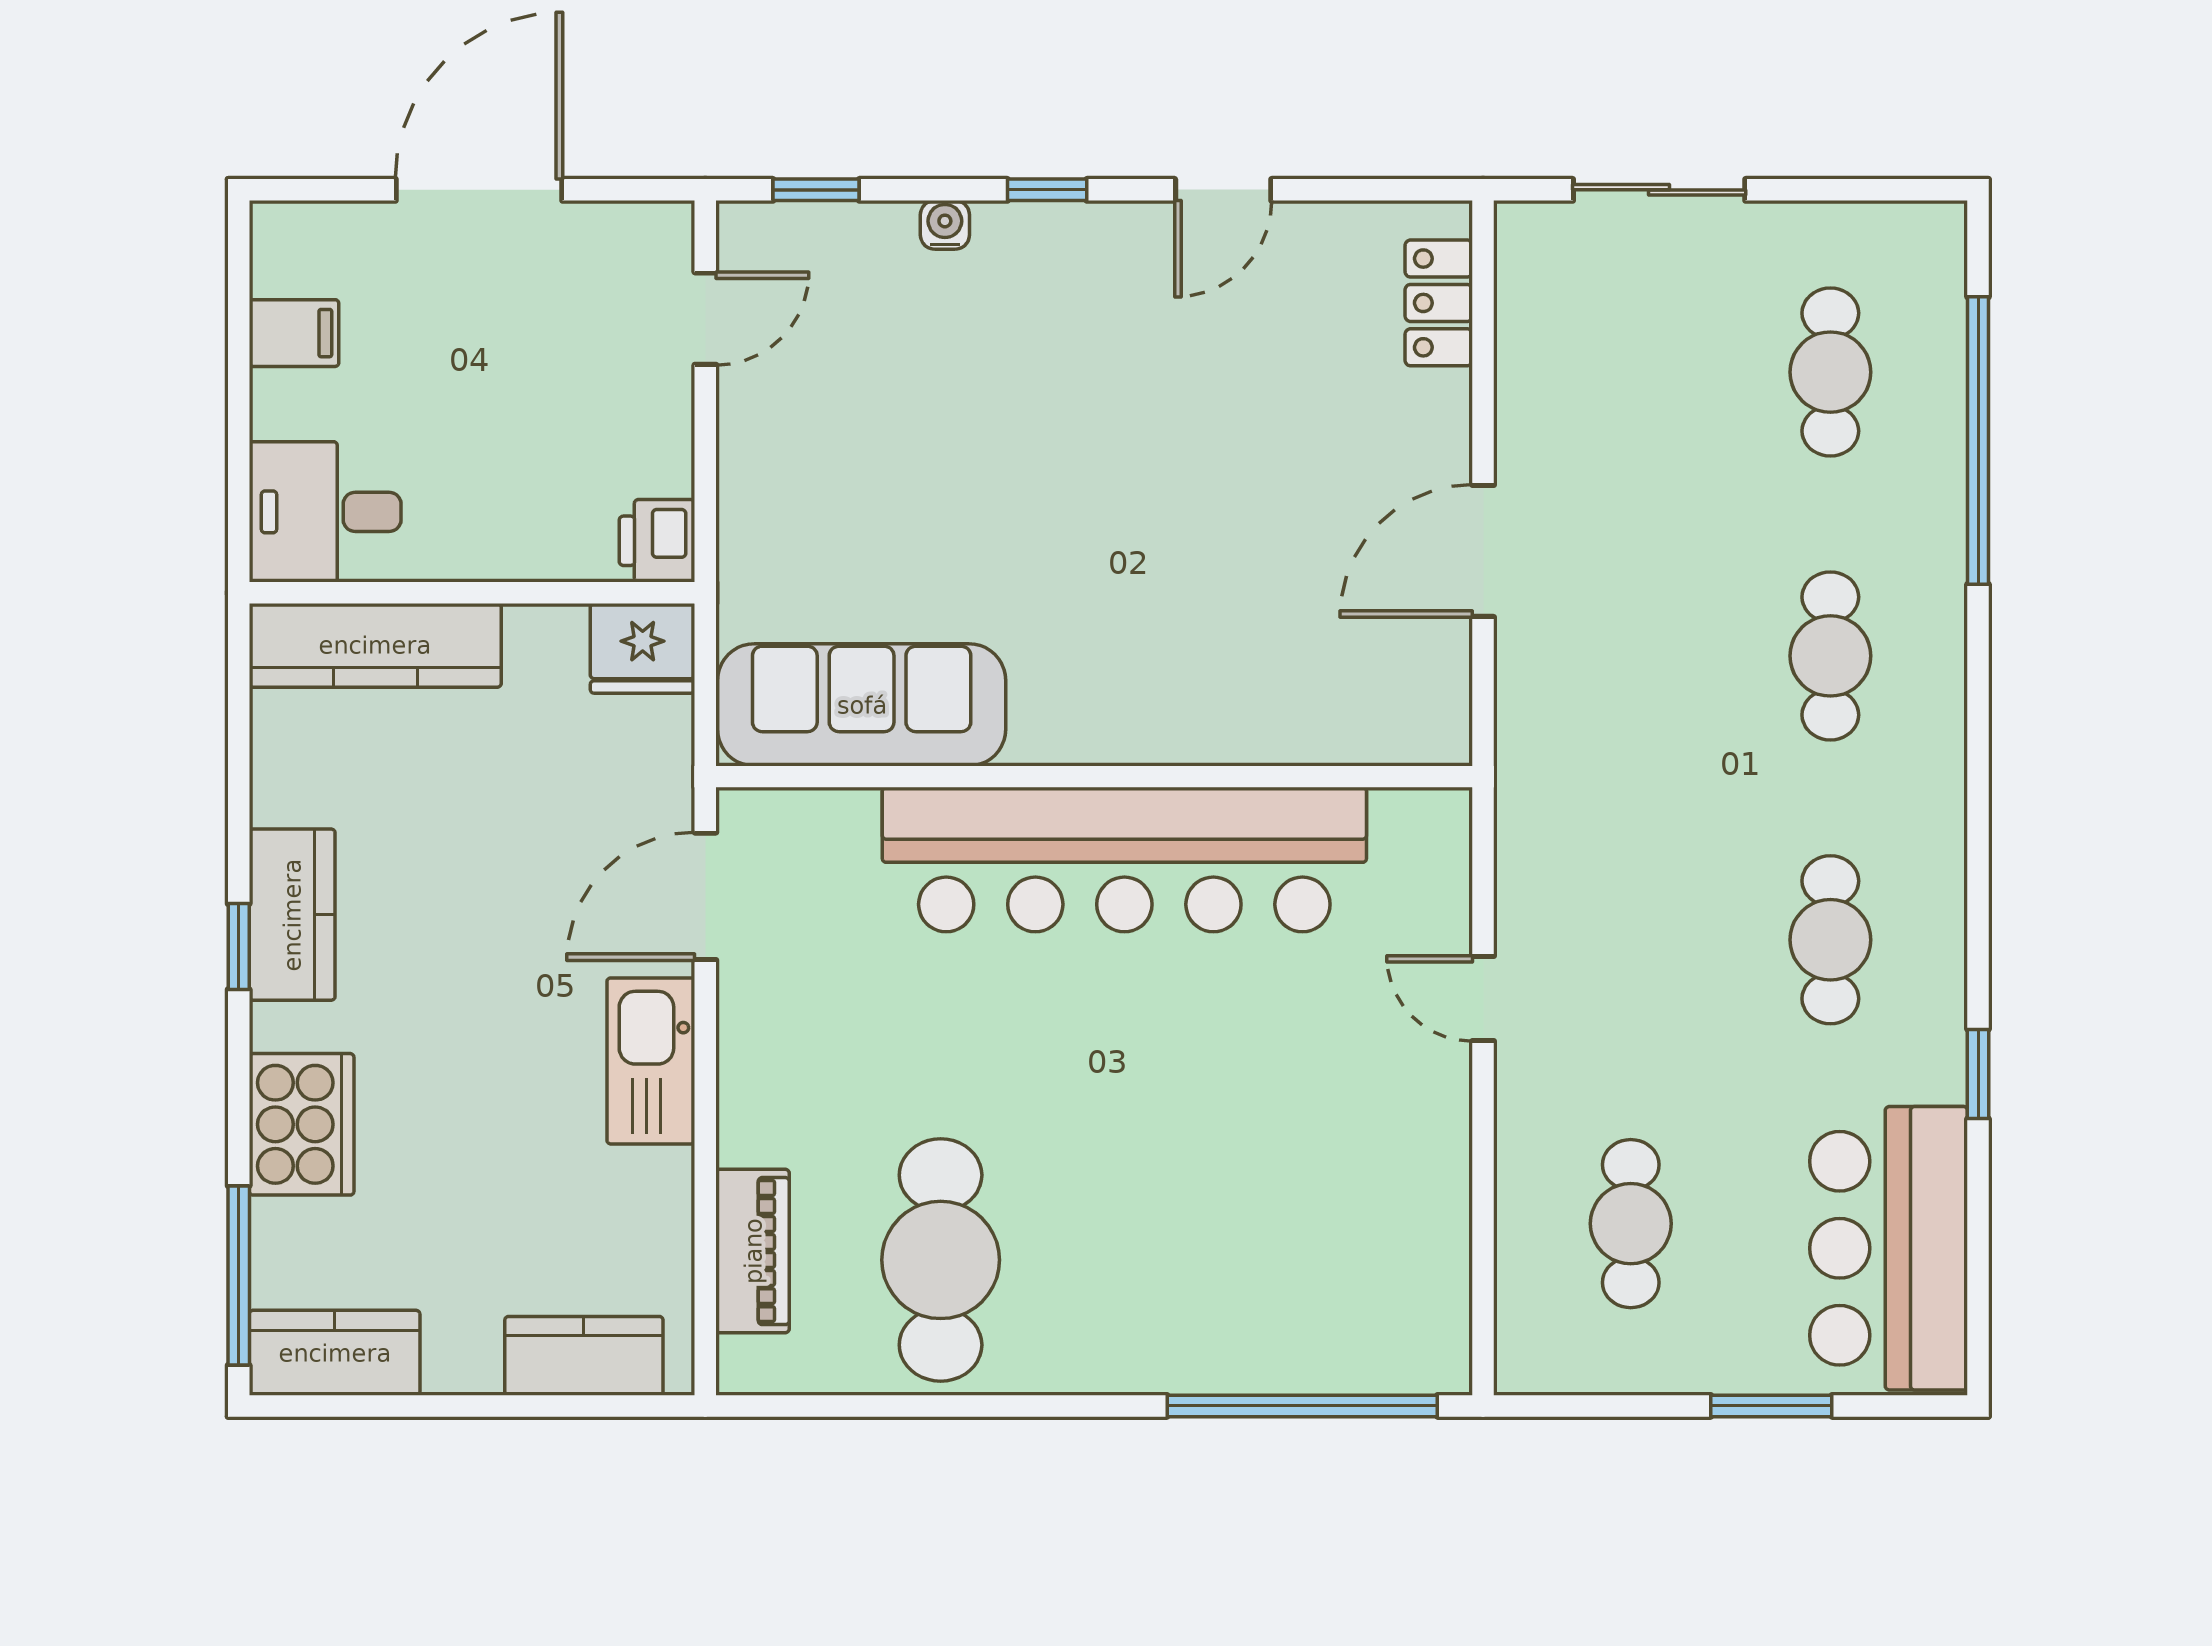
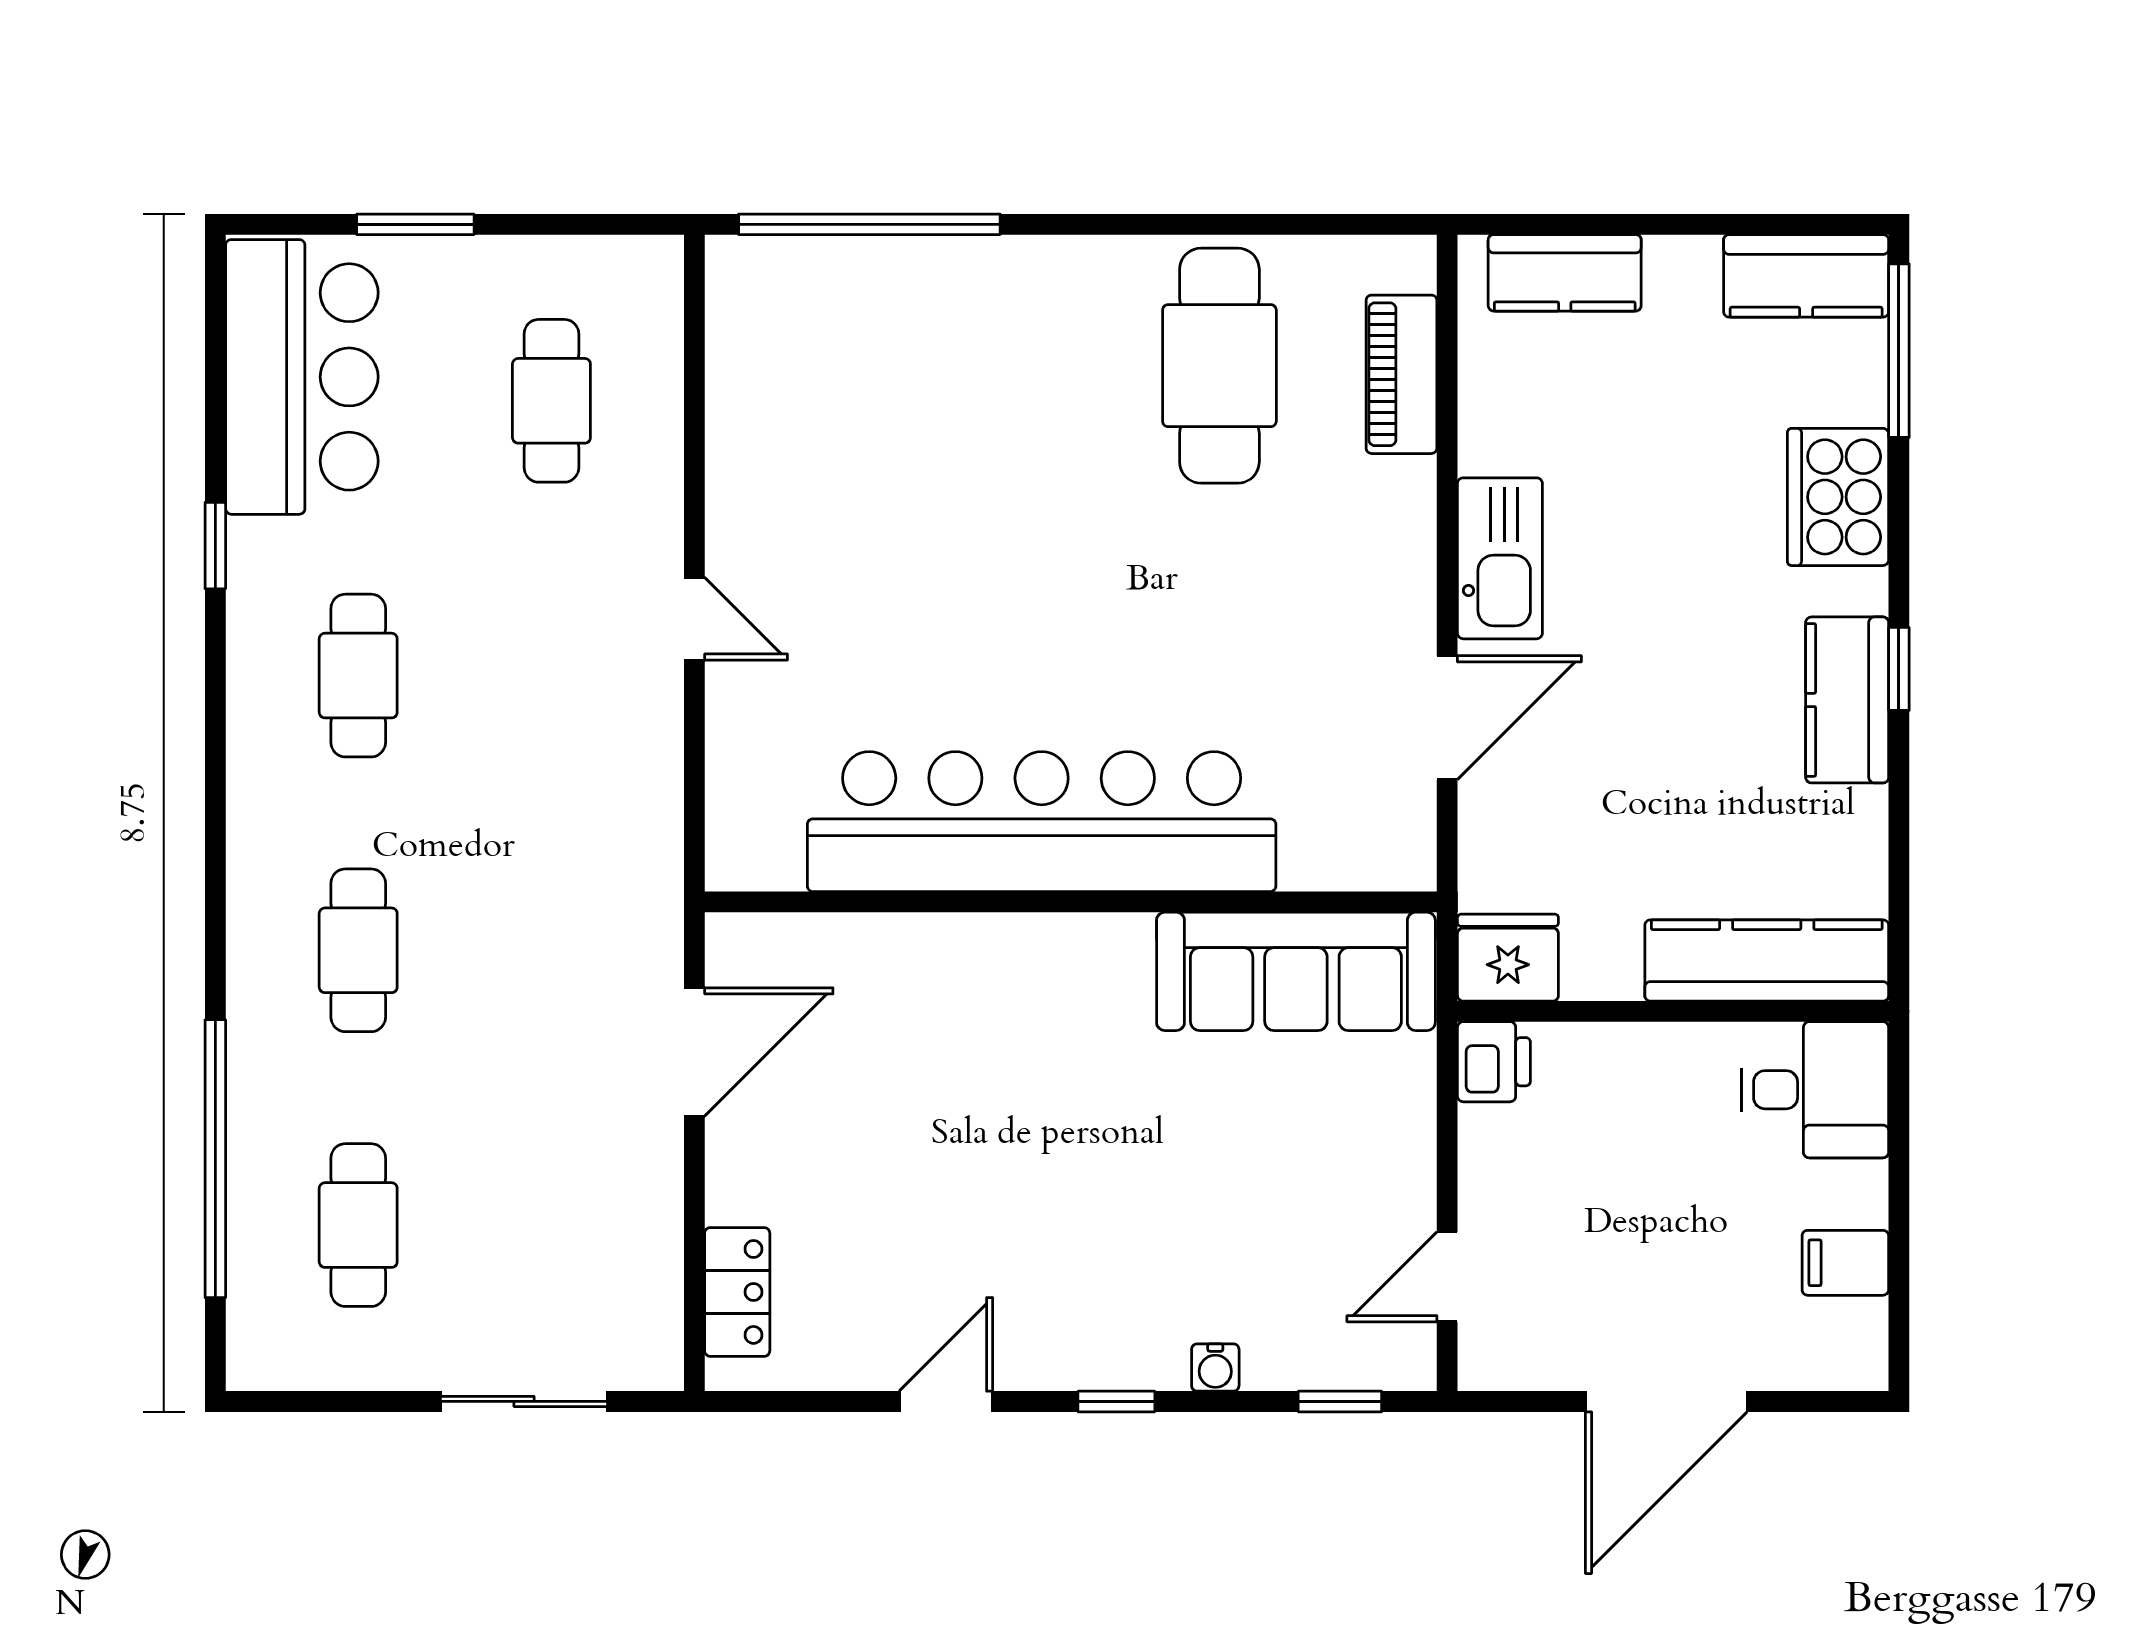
sofa: (862, 705) -> (1296, 971), moved
wall: (1094, 777) -> (1071, 902), moved
bar counter: (1124, 860) -> (1042, 822), moved

